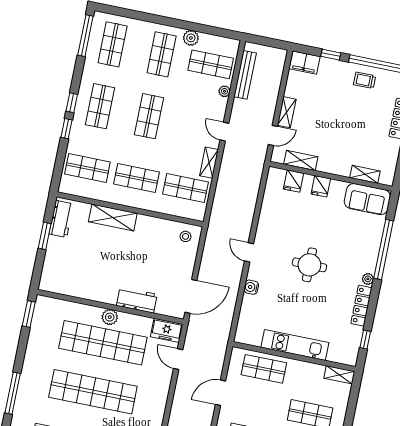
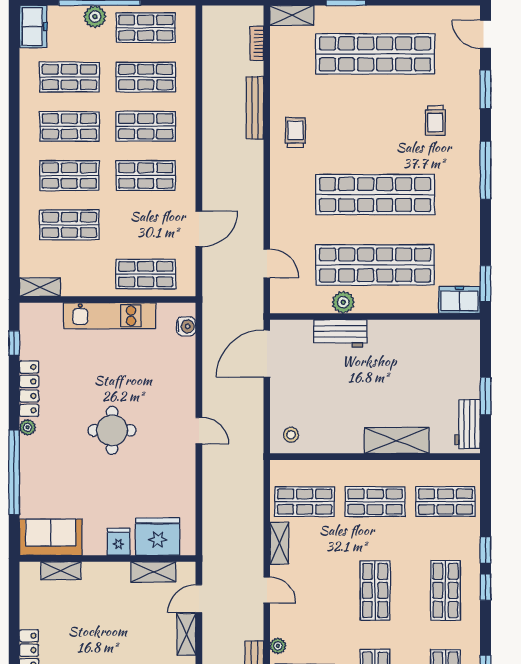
fridge: (293, 181) -> (158, 537), width x1.88, depth x1.34
water cooler: (251, 287) -> (186, 326), moved
plant: (110, 317) -> (343, 302), moved
freezer: (167, 330) -> (459, 300), moved

